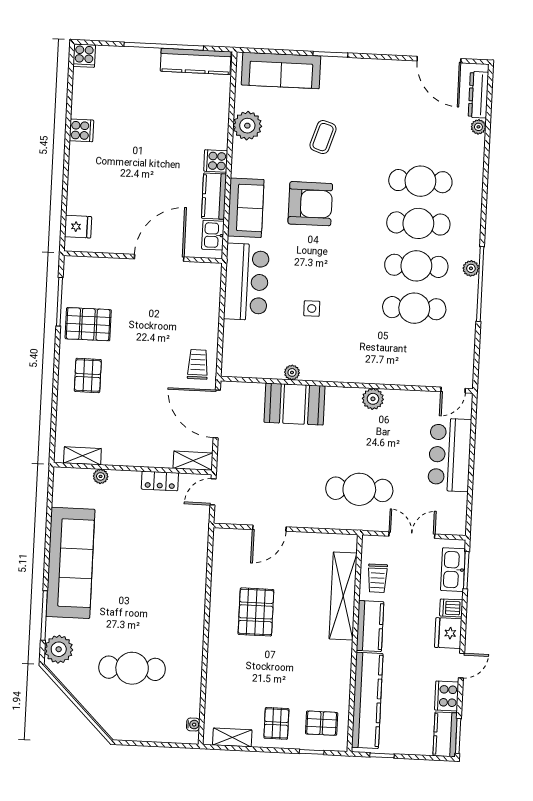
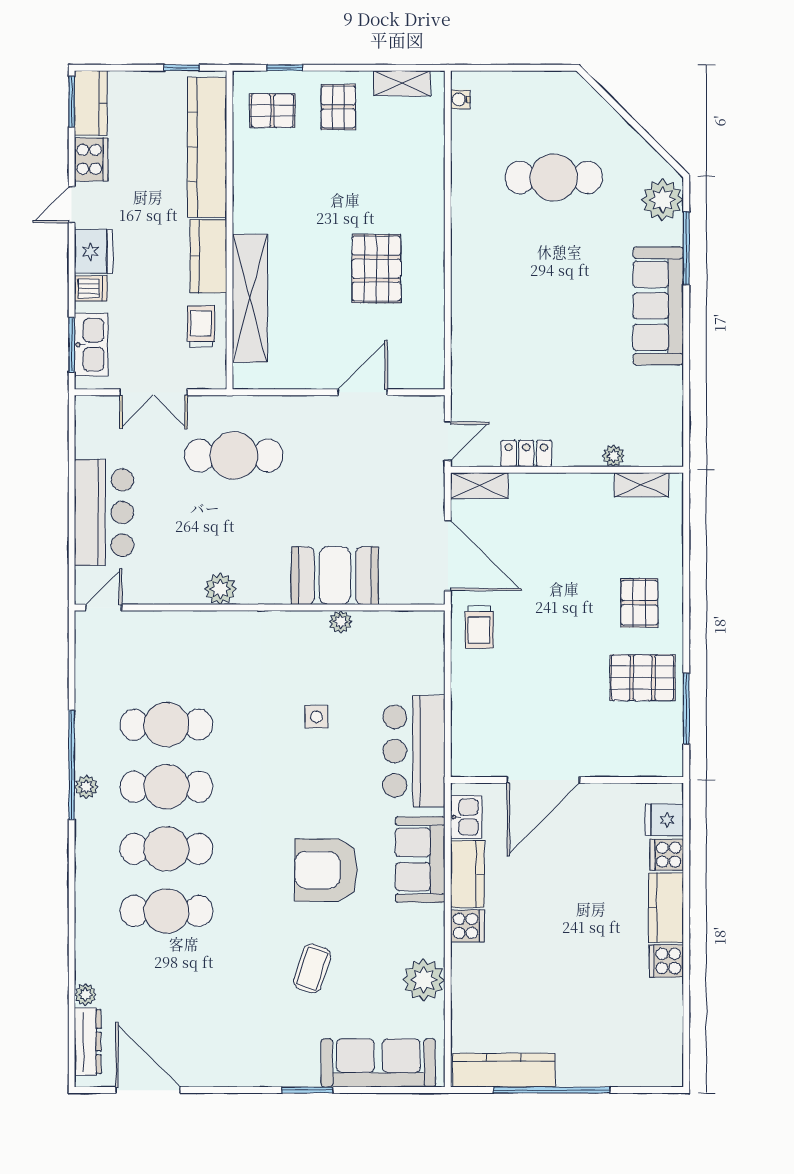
cooker: (84, 56) -> (667, 855), moved, turned -90
kitchen counter: (80, 167) -> (666, 908), added
sofa: (70, 563) -> (658, 306), width x0.74, depth x0.79

